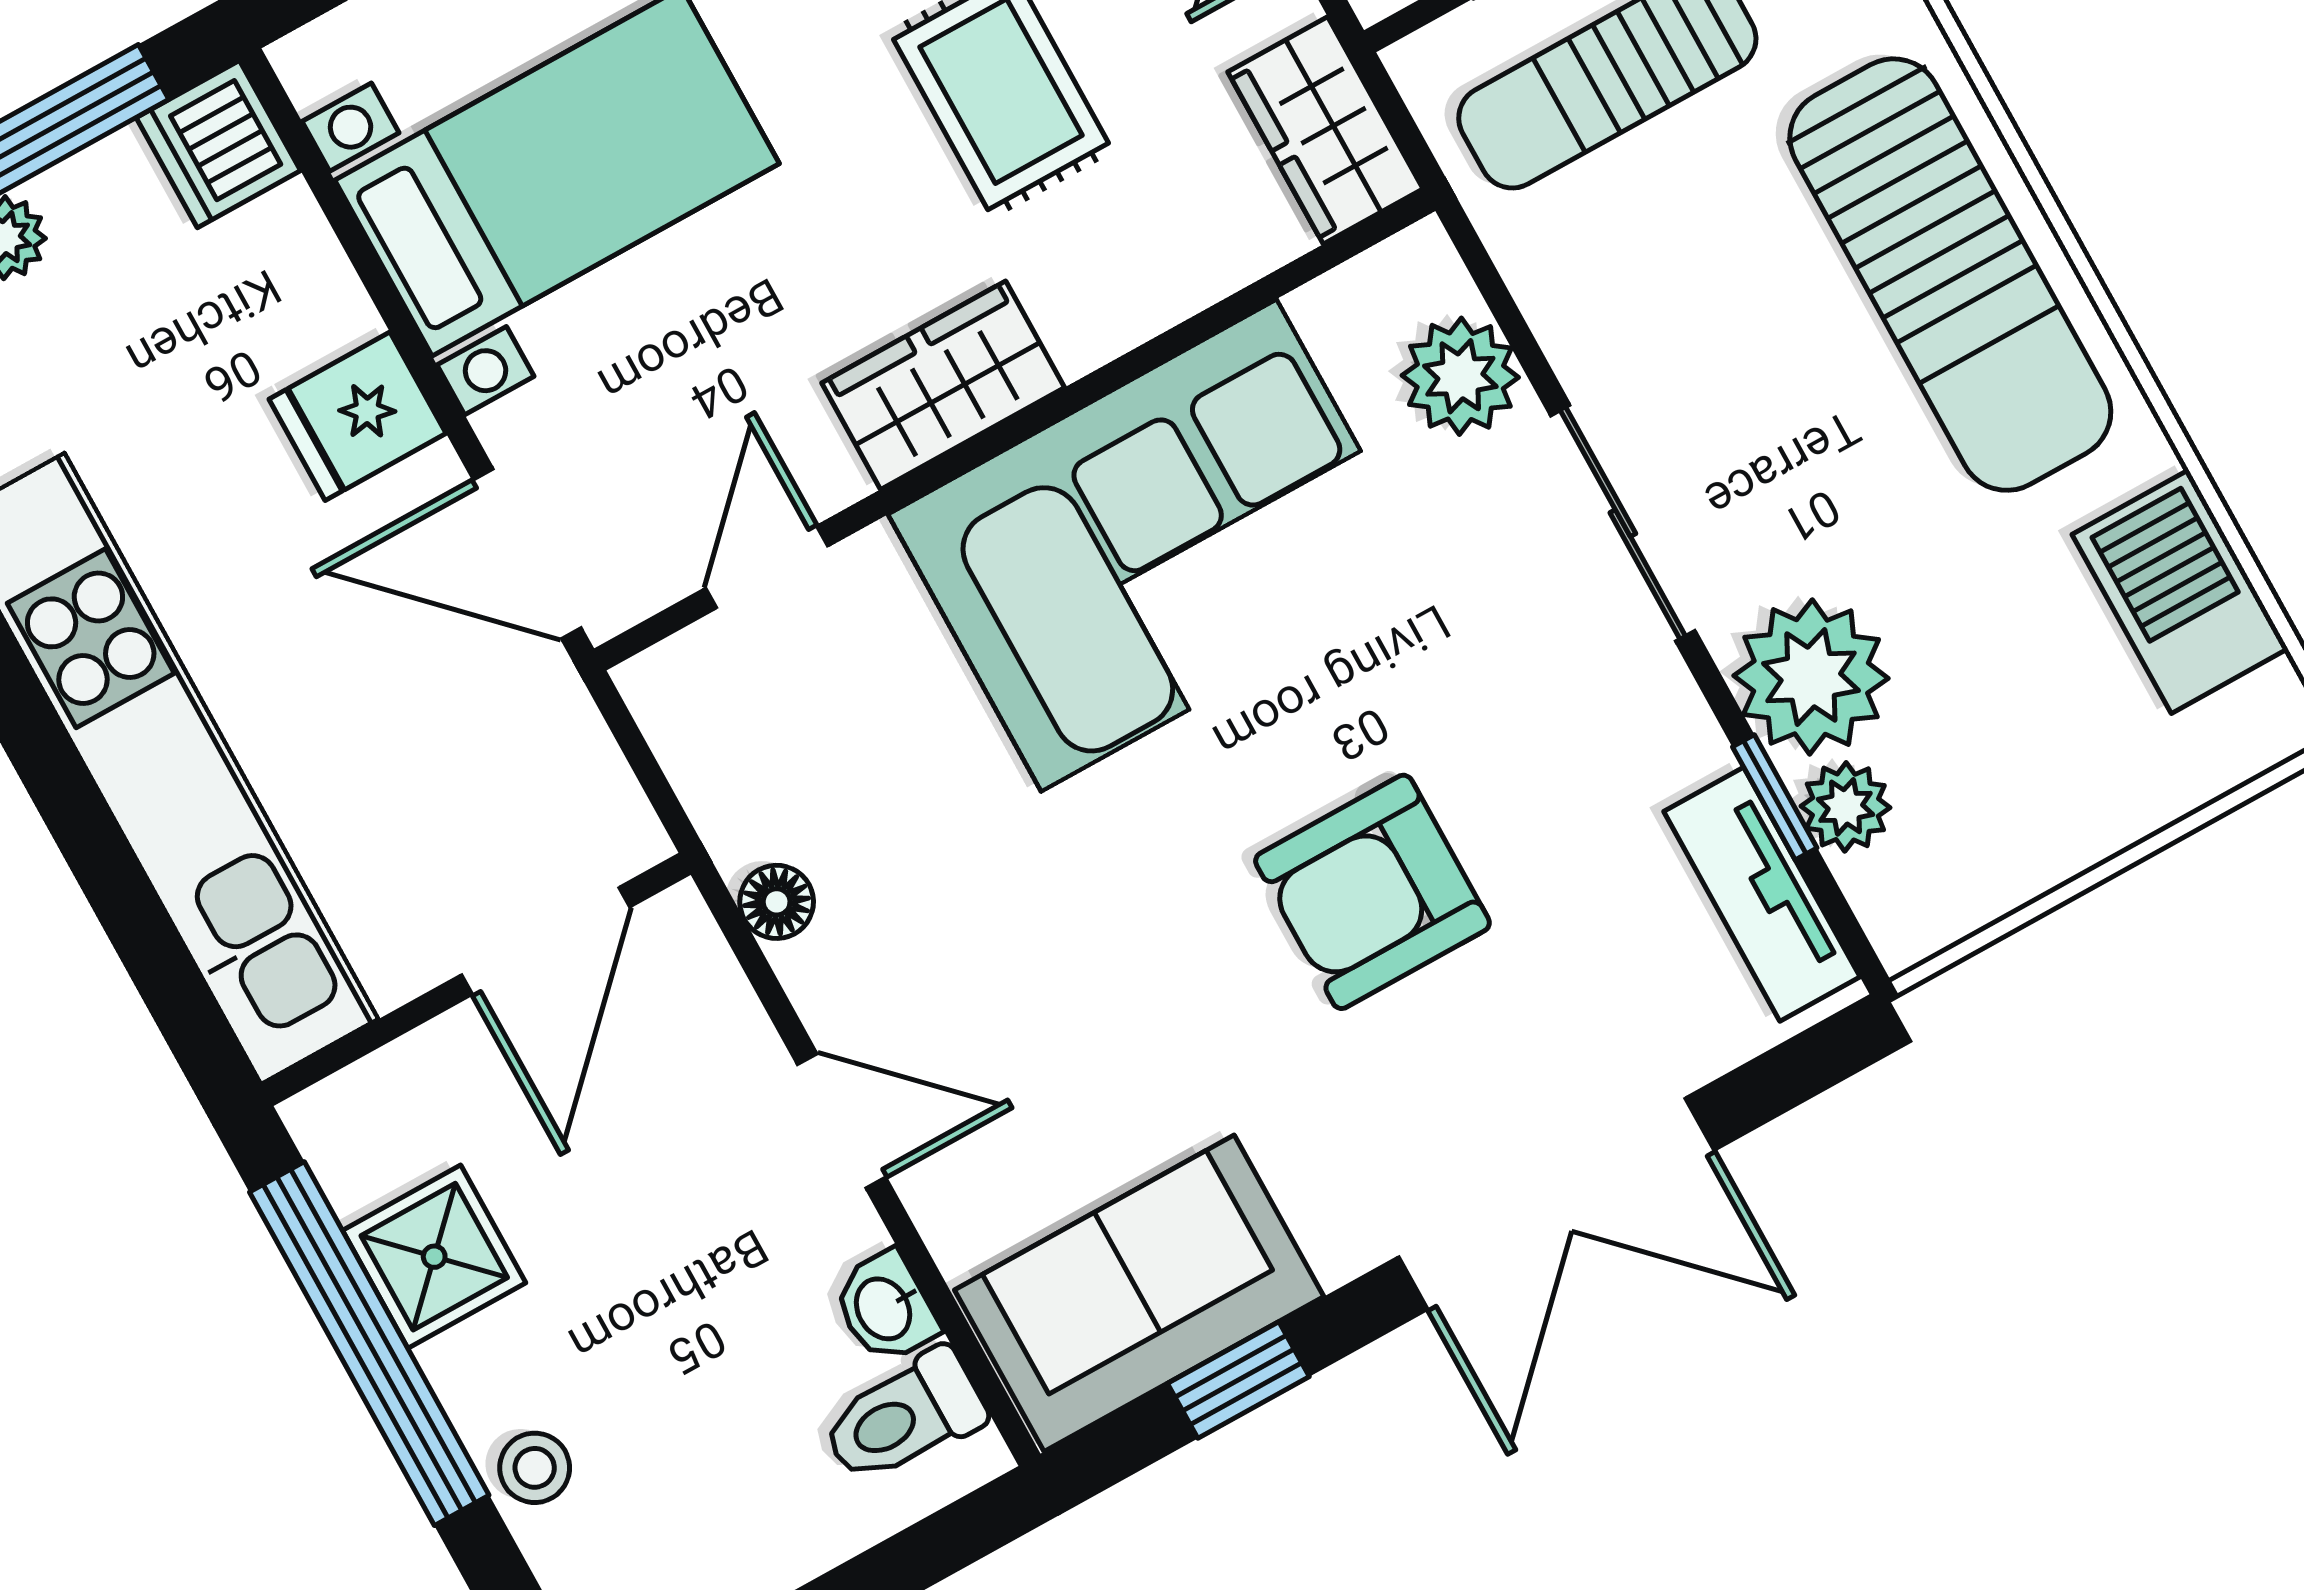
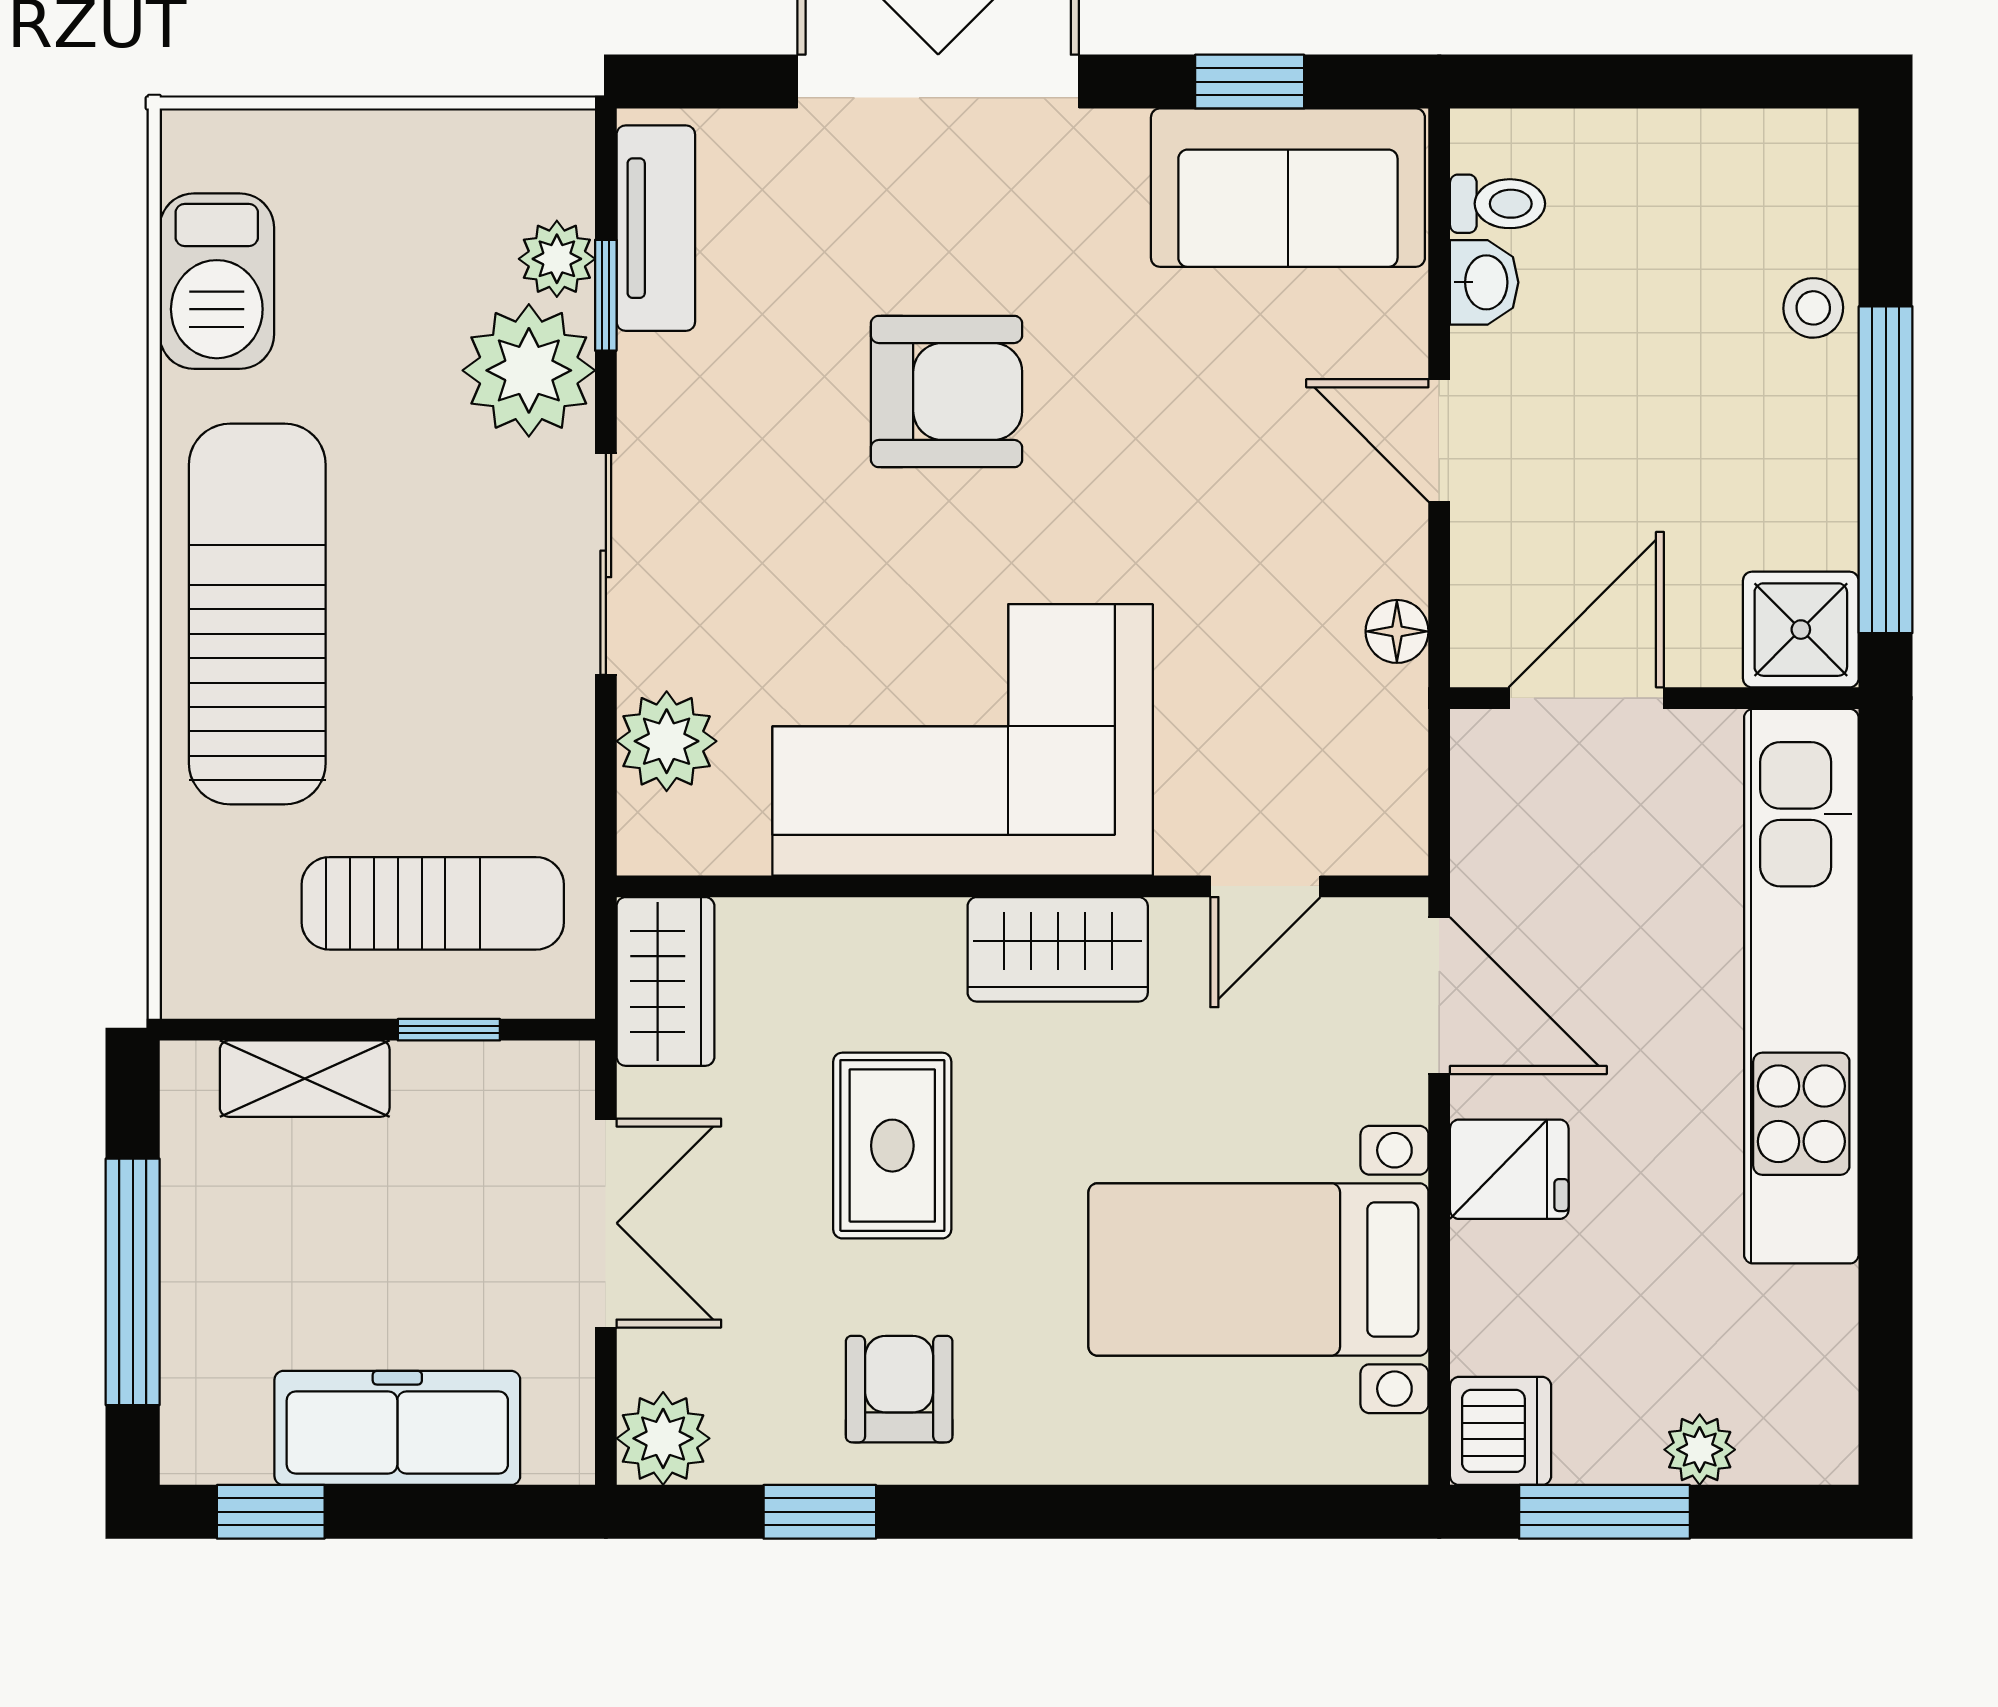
shower: (434, 1257) -> (1801, 630), moved
toilet: (903, 1417) -> (1498, 204), width x0.73, depth x0.72

